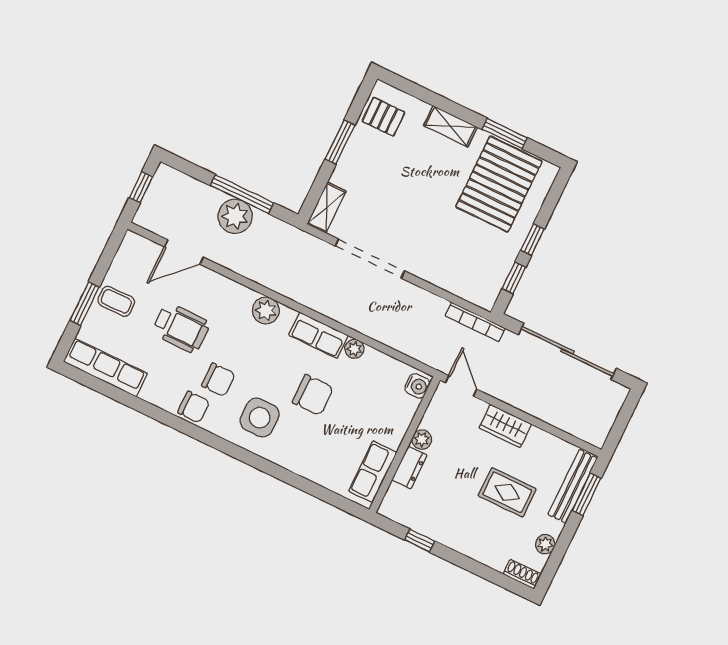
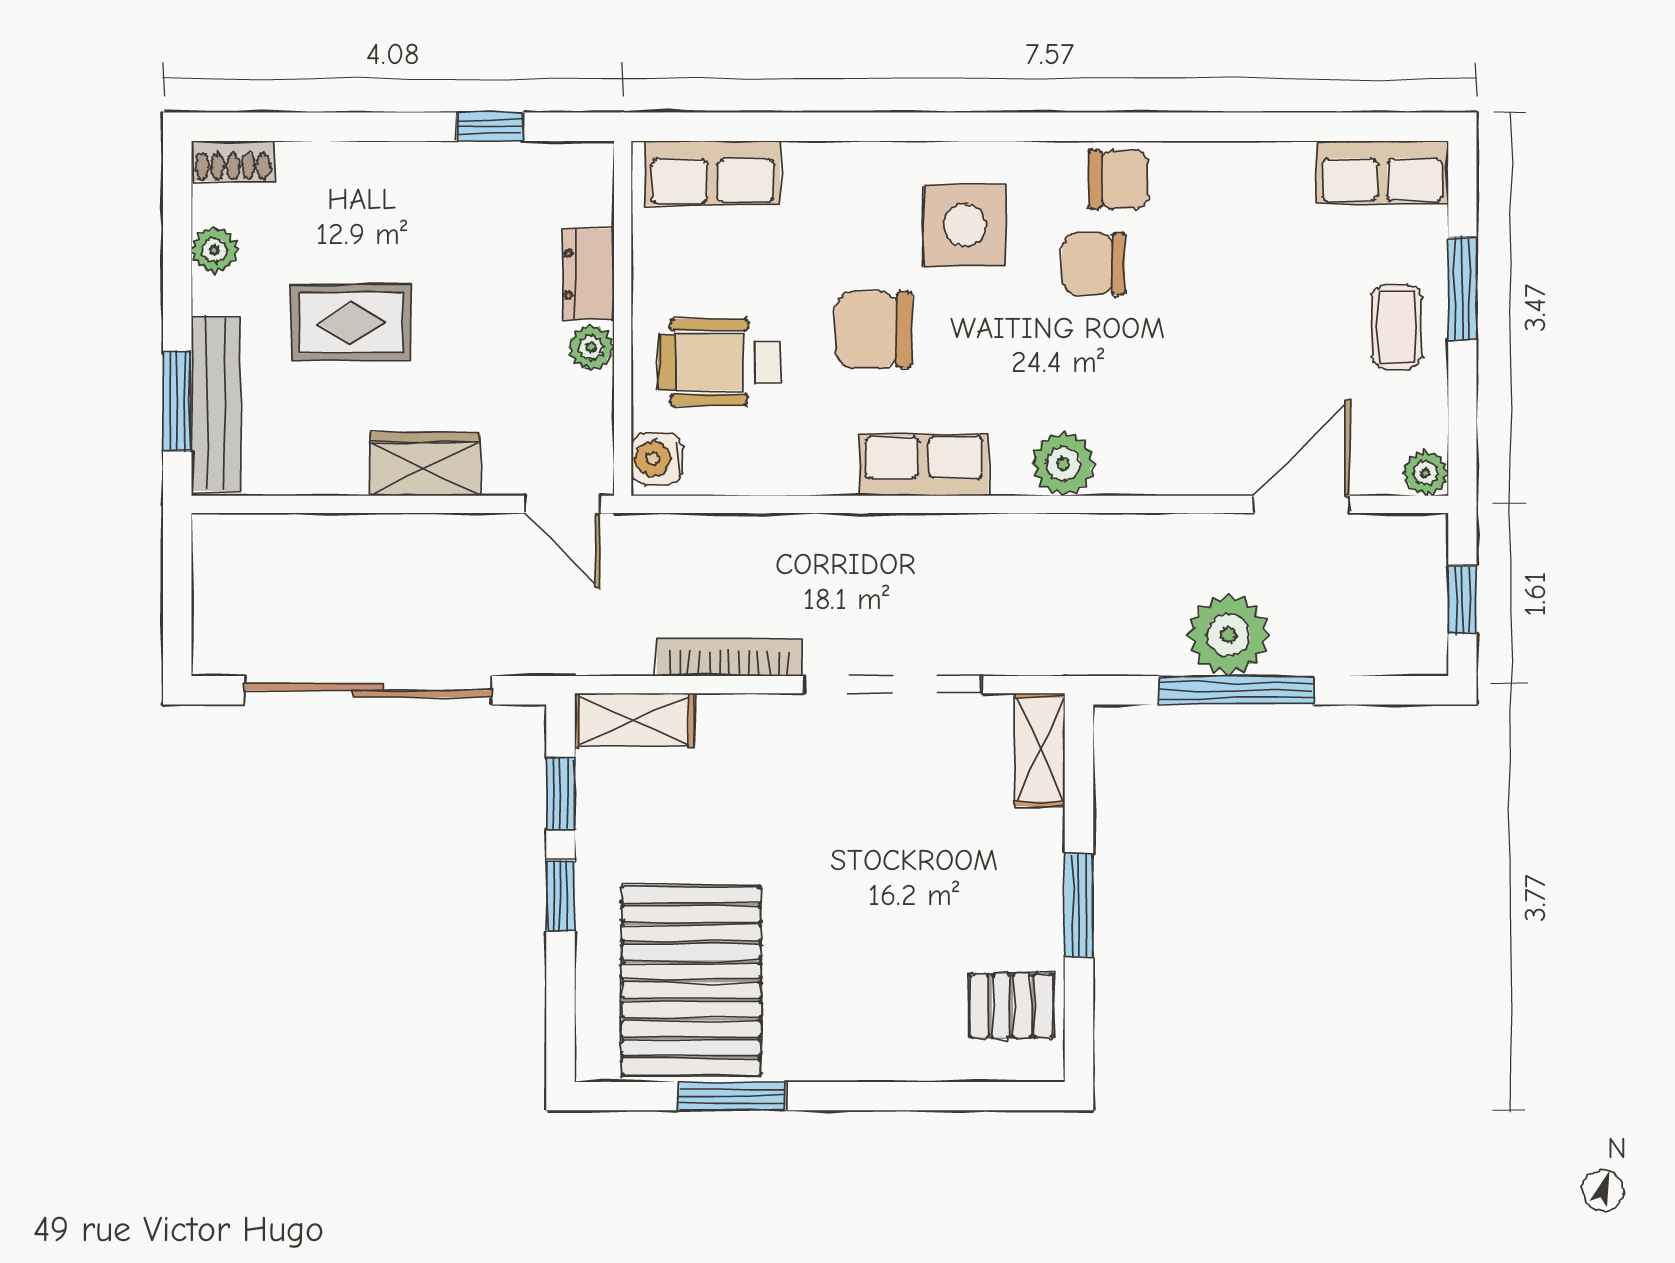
shelving: (451, 126) -> (634, 720), moved
coffee table: (116, 301) -> (1396, 327), turned 90
bookcase: (475, 322) -> (729, 658), moved
wheelchair: (181, 328) -> (719, 362), moved
plant: (354, 349) -> (1426, 473), moved
row of seats: (105, 368) -> (1382, 172), width x0.68
chair: (194, 407) -> (1119, 179), turned 180
row of seats: (373, 472) -> (712, 173), moved, turned 90

